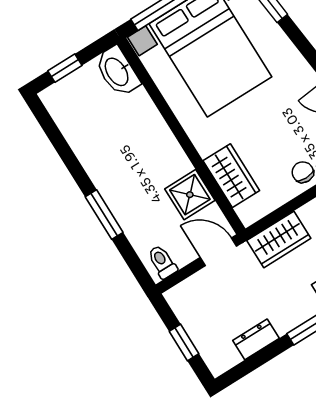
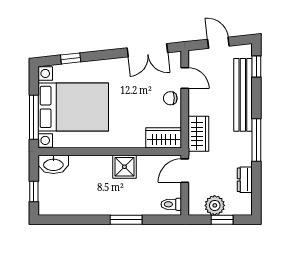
wardrobe: (231, 176) -> (164, 138), moved
shower: (190, 195) -> (124, 167), moved
plant: (197, 321) -> (215, 205), added

